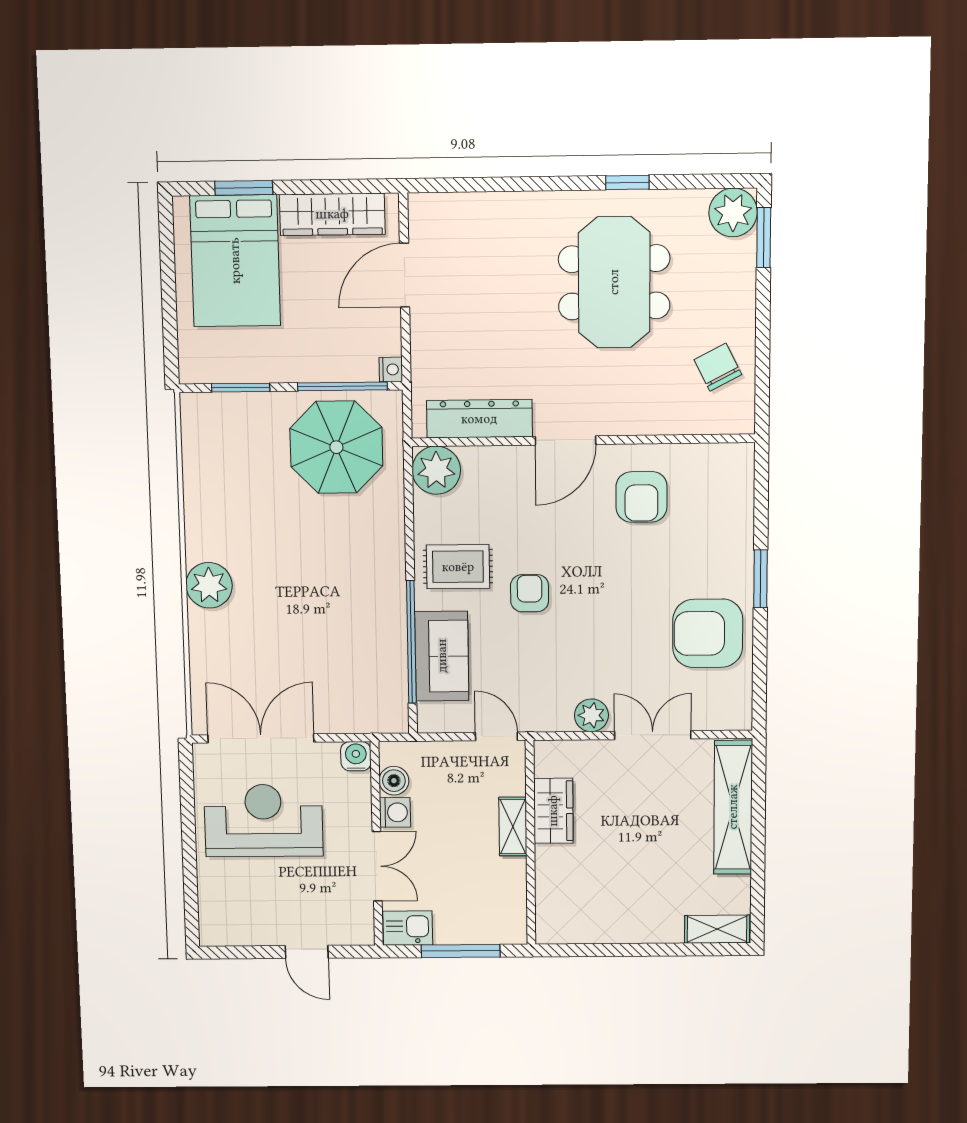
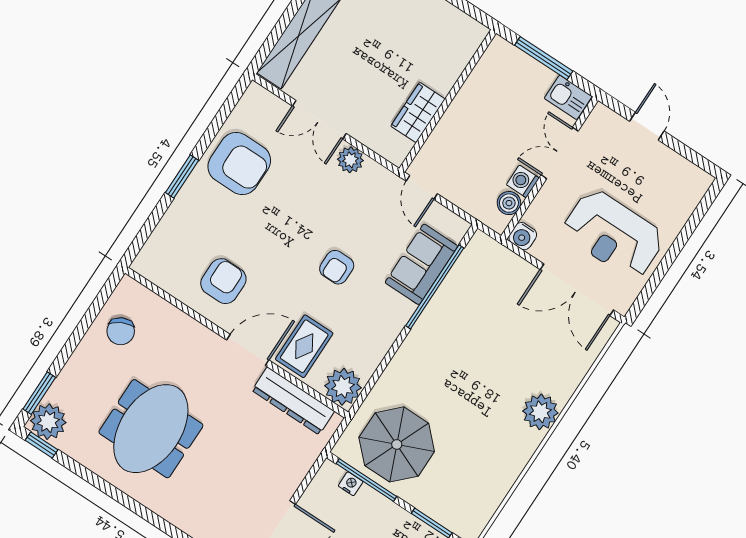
window: (627, 182) -> (42, 445), moved
nightstand: (391, 369) -> (351, 484), moved, turned 90
rug: (458, 567) -> (304, 346), moved, turned 90
shelving: (513, 827) -> (452, 120), removed

